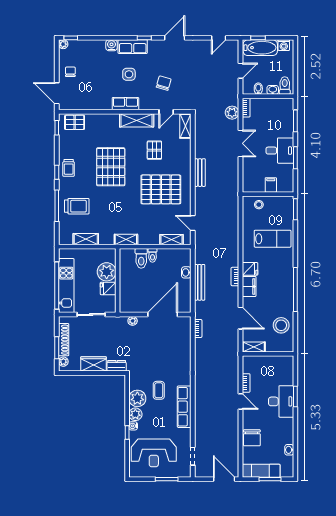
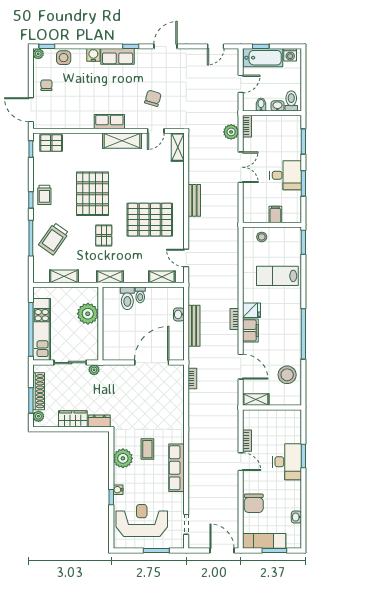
side table: (129, 74) -> (64, 58), moved
pallet: (154, 150) -> (104, 235), moved
trolley: (77, 206) -> (54, 239), turned 125
lab bench: (273, 239) -> (277, 276), turned 180
fridge: (108, 288) -> (90, 333), removed
plant: (133, 321) -> (94, 370), moved
plant: (135, 414) -> (121, 476), removed
reception desk: (154, 453) -> (142, 520), turned 180

